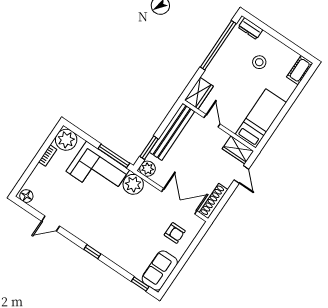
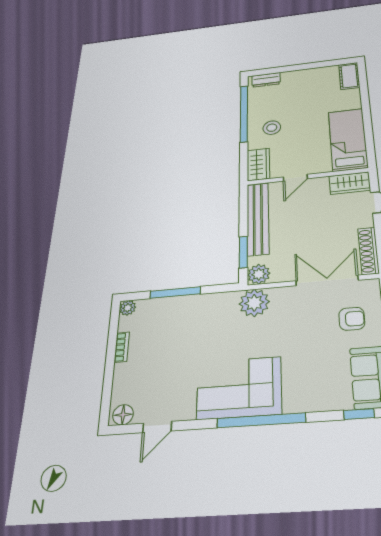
stool: (259, 62) -> (272, 128), moved
door: (212, 121) -> (295, 178), swing flipped
plant: (66, 140) -> (128, 308), width x0.53, depth x0.53
window: (114, 156) -> (175, 293), moved
corner sofa: (98, 171) -> (239, 388), moved, turned 180
door: (51, 224) -> (157, 427), moved
window: (92, 252) -> (261, 420), width x3.17

